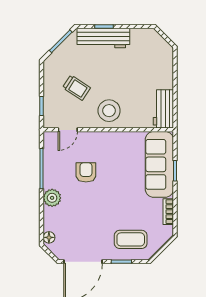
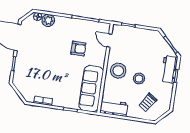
workbench: (103, 38) -> (169, 69), width x0.73
stool: (116, 79) -> (139, 79), added
trolley: (76, 88) -> (148, 102), moved
sofa: (159, 164) -> (91, 89), moved, turned -90
plant: (52, 198) -> (48, 20), moved
coffee table: (131, 239) -> (28, 72), removed

